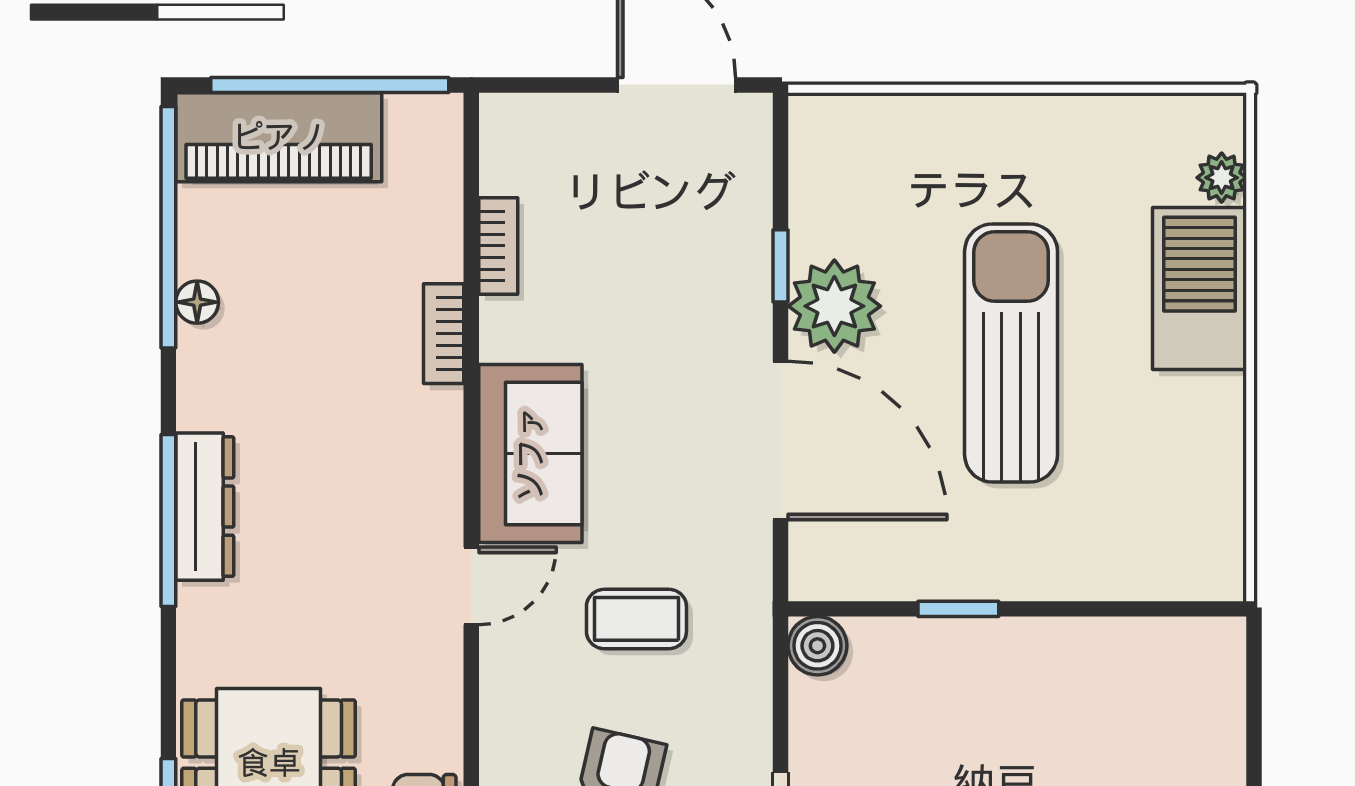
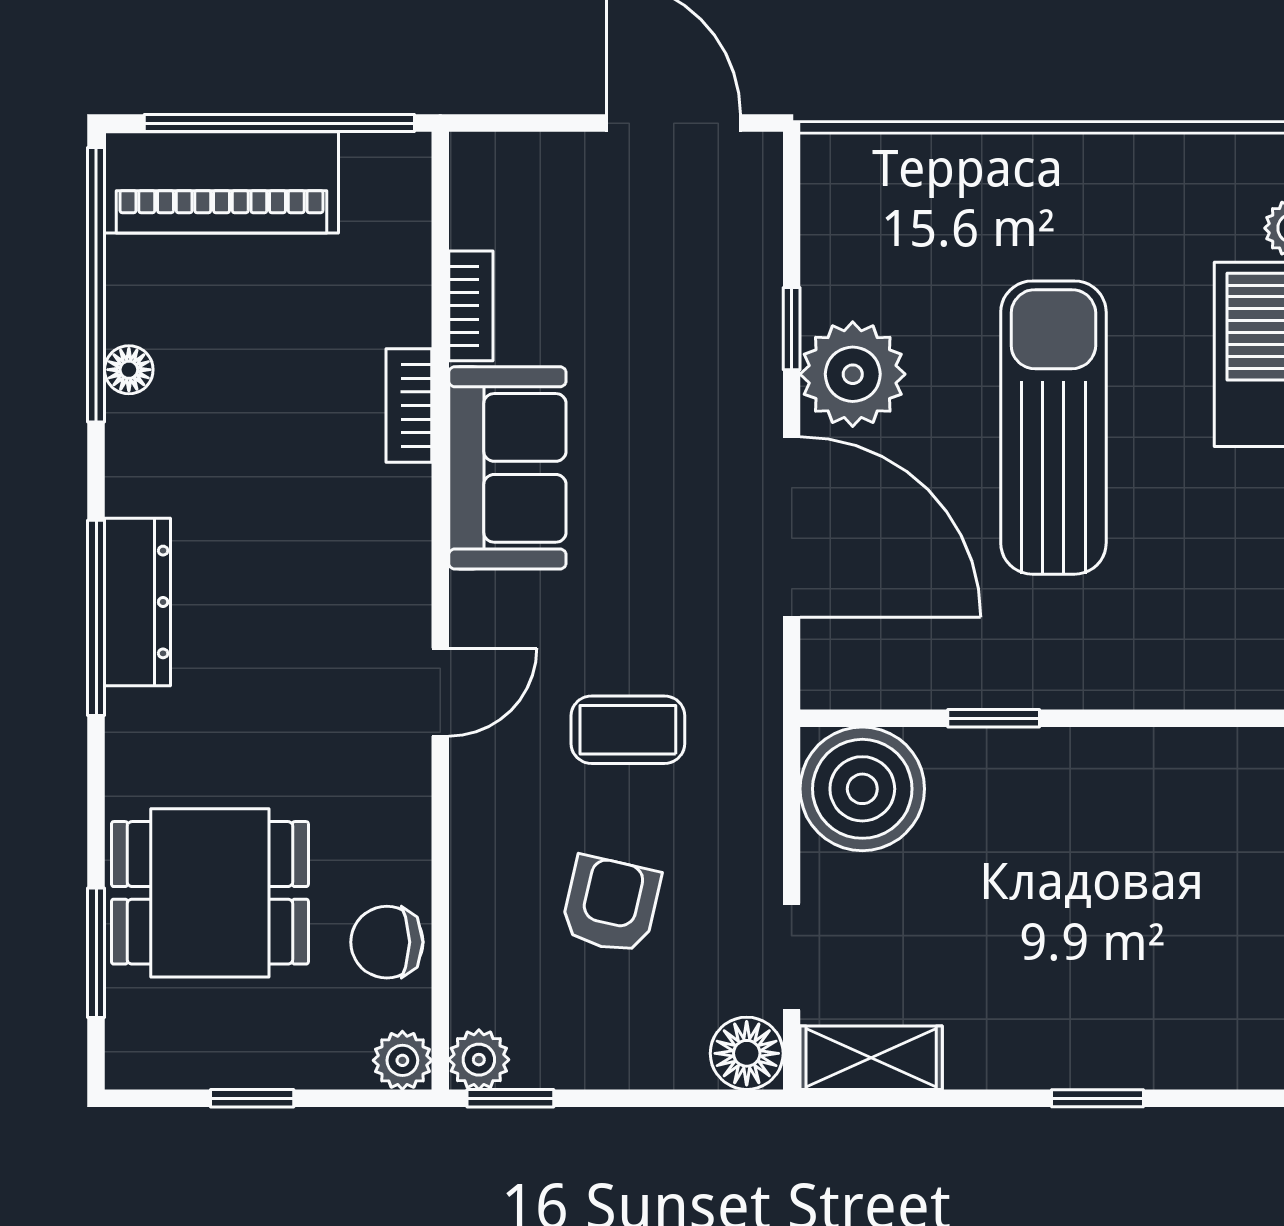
sofa: (530, 454) -> (507, 468), moved
boiler: (817, 646) -> (862, 789), width x1.86, depth x1.86

